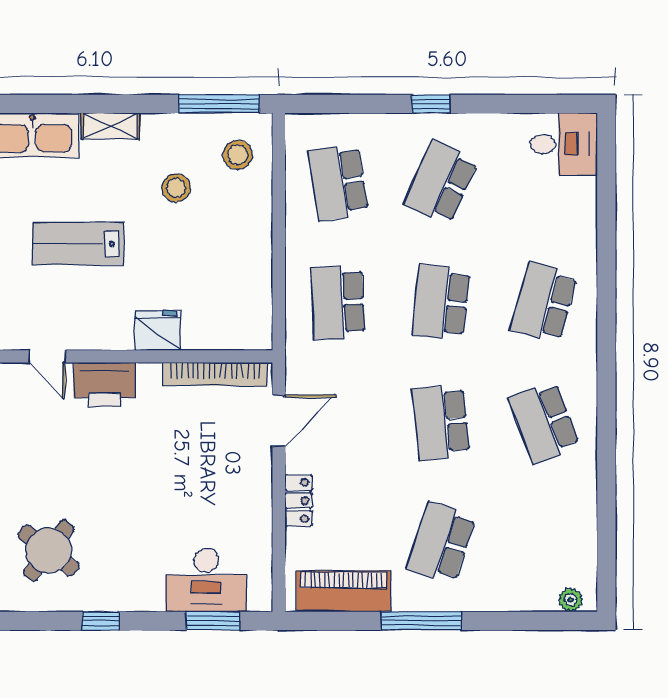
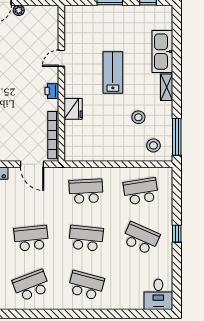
printer: (104, 384) -> (52, 91), width x0.53, depth x0.68

